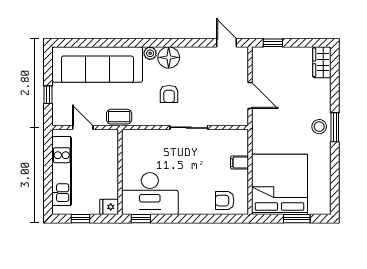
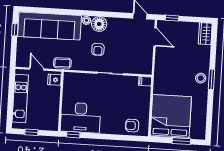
window: (48, 95) -> (15, 30), moved
door: (250, 96) -> (155, 37), moved
filing cabinet: (239, 163) -> (145, 81), moved
fridge: (109, 207) -> (54, 80), moved

